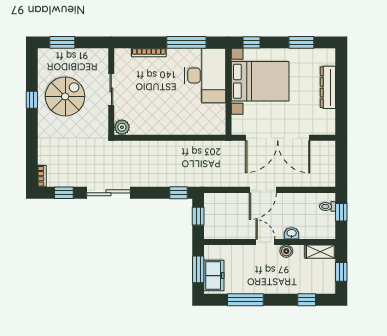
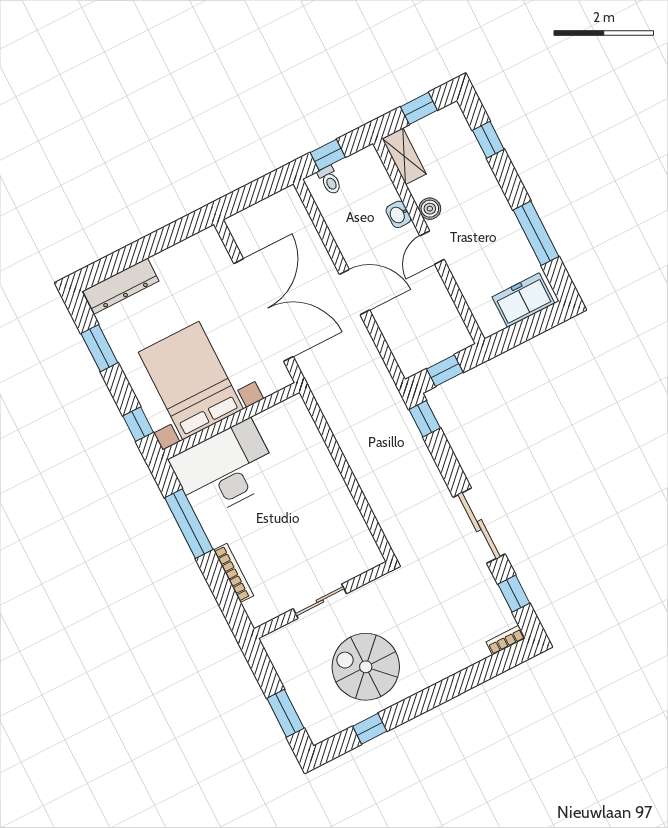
dresser: (328, 87) -> (121, 286), moved
window: (32, 100) -> (370, 729), moved
plant: (122, 127) -> (369, 556), removed
window: (198, 269) -> (526, 329), removed

